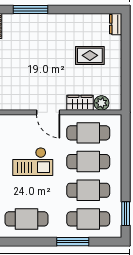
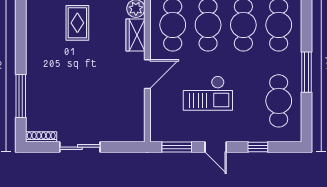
checkout: (33, 162) -> (208, 93), turned 90
window: (73, 242) -> (307, 72), moved

